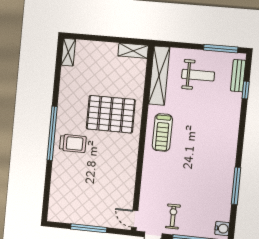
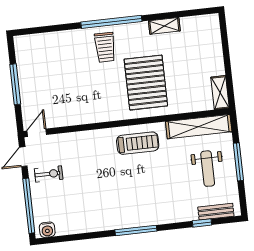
window: (221, 49) -> (238, 162), moved
shelving: (68, 52) -> (164, 26), moved
treadmill: (162, 132) -> (138, 143), turned 180
window: (236, 186) -> (136, 230), moved

